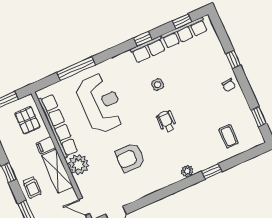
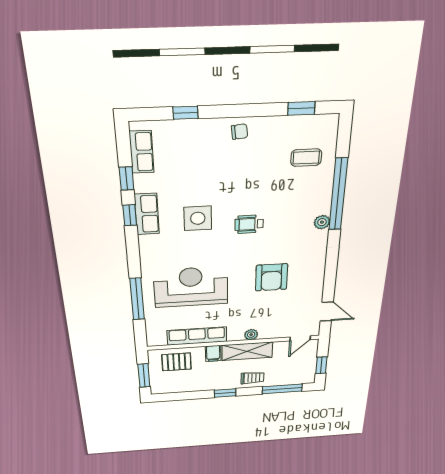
window: (182, 21) -> (127, 179), moved
row of seats: (184, 33) -> (142, 152), width x0.68
window: (233, 59) -> (185, 113), moved
side table: (158, 85) -> (198, 218), width x1.87, depth x1.87
row of seats: (58, 126) -> (197, 336), width x0.73
plant: (78, 165) -> (251, 335), width x0.53, depth x0.53
window: (212, 171) -> (338, 195), width x3.17

